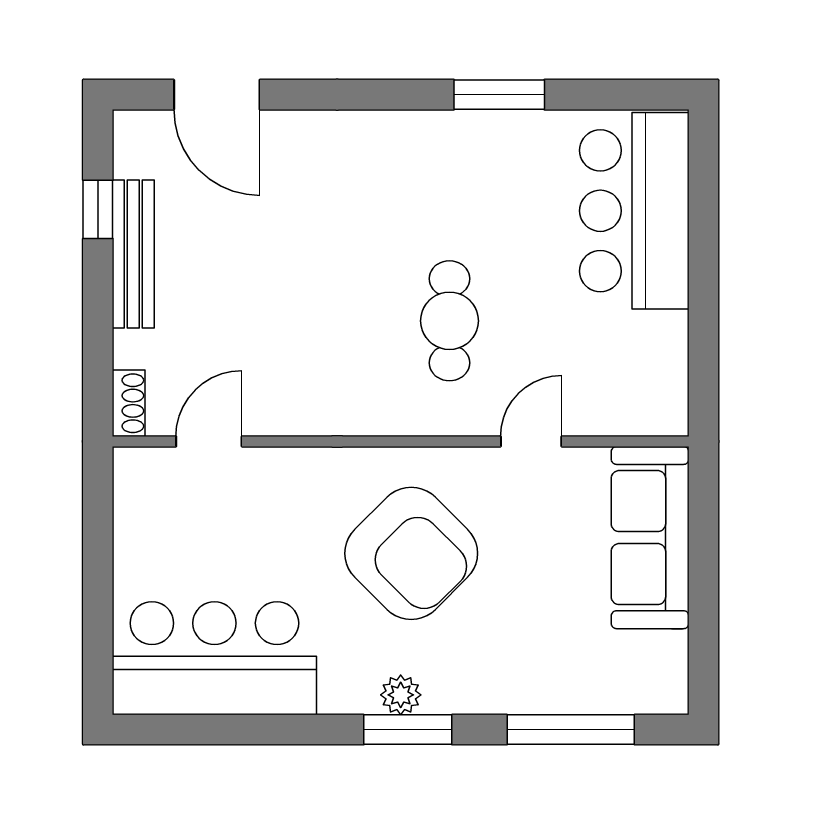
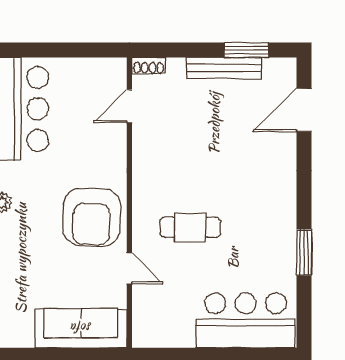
window: (98, 209) -> (246, 50), width x1.50
door: (209, 441) -> (129, 106), swing flipped
armchair: (411, 553) -> (92, 217), moved, turned -43

